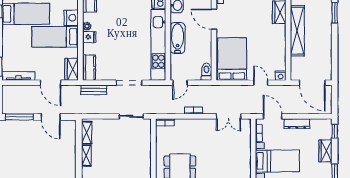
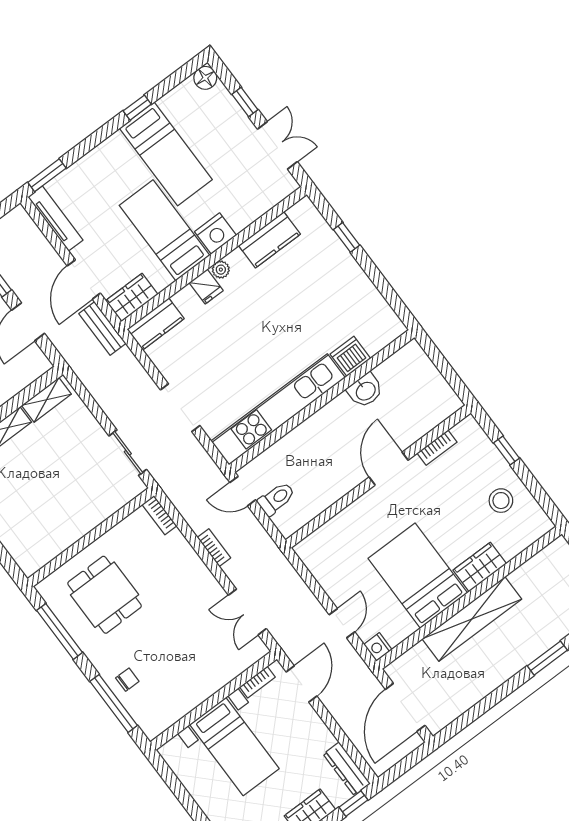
bathtub: (178, 38) -> (313, 432), removed
bed: (232, 59) -> (418, 576), moved, turned -90
toilet: (206, 72) -> (276, 499), moved
bench: (94, 90) -> (102, 328), moved
dresser: (297, 124) -> (347, 769), moved

